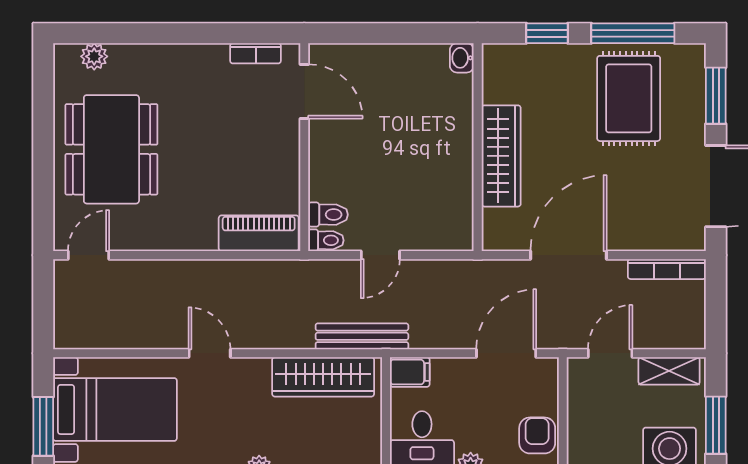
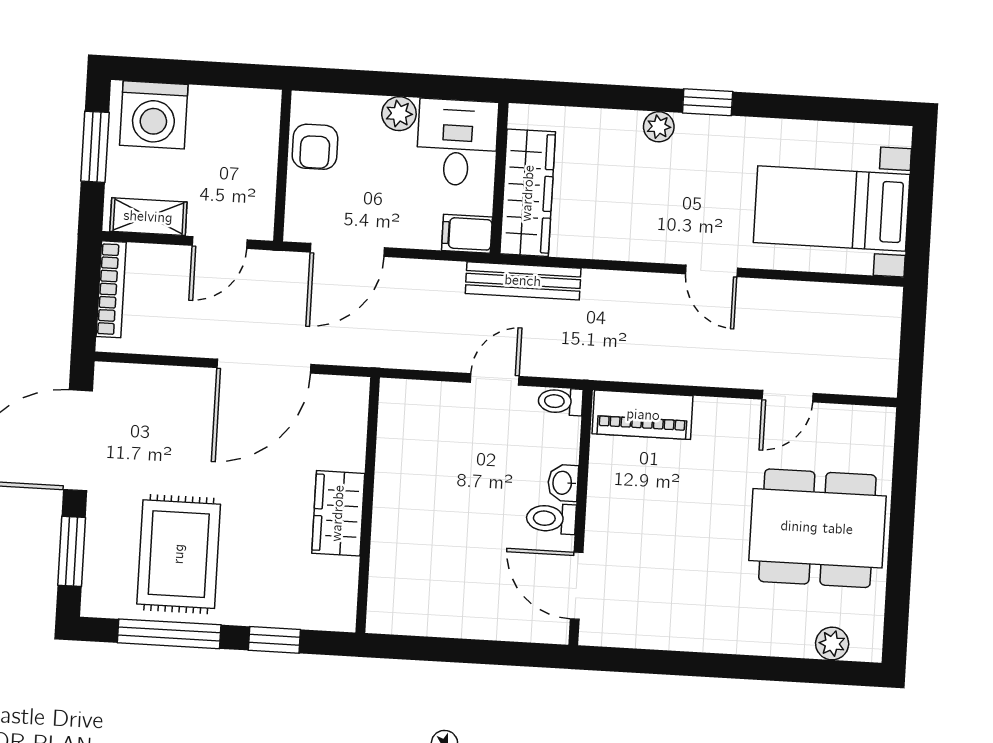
bookcase: (256, 53) -> (634, 636), removed
washbasin: (462, 58) -> (563, 483), moved, turned 180
dining table: (111, 149) -> (817, 528), turned 90
wardrobe: (501, 156) -> (338, 513), width x0.67
toilet: (328, 215) -> (551, 519), moved
door: (88, 255) -> (788, 396), moved
bookcase: (667, 269) -> (111, 289), moved, turned 90
wardrobe: (323, 377) -> (528, 193), moved, turned 90
window: (43, 426) -> (921, 193), removed

